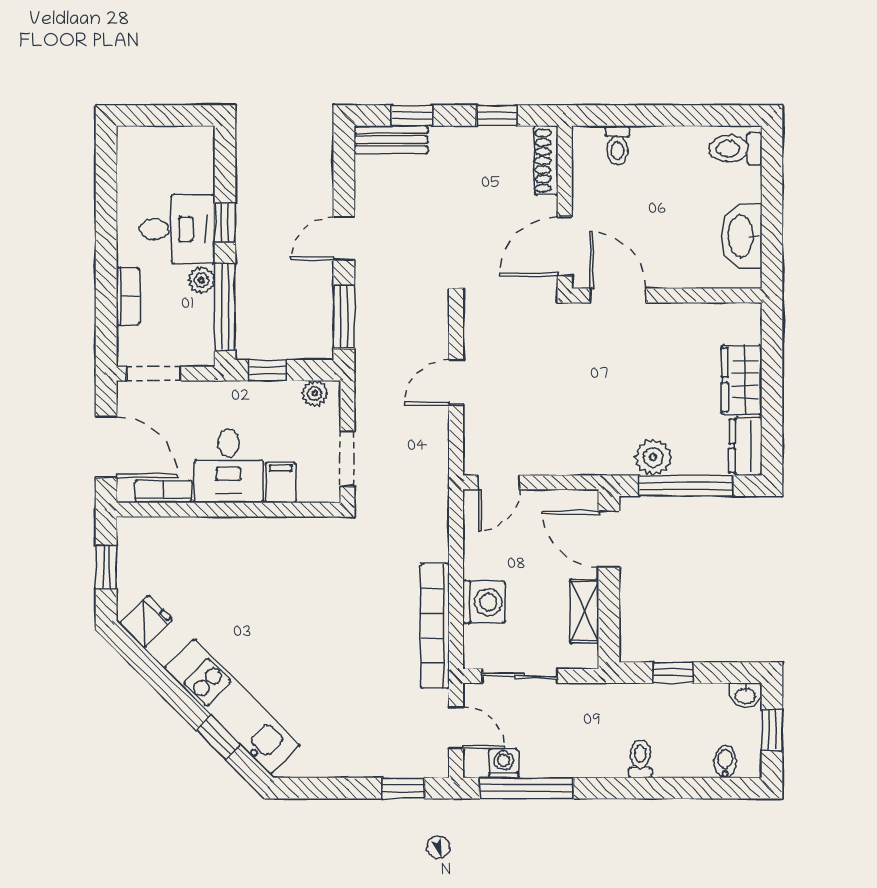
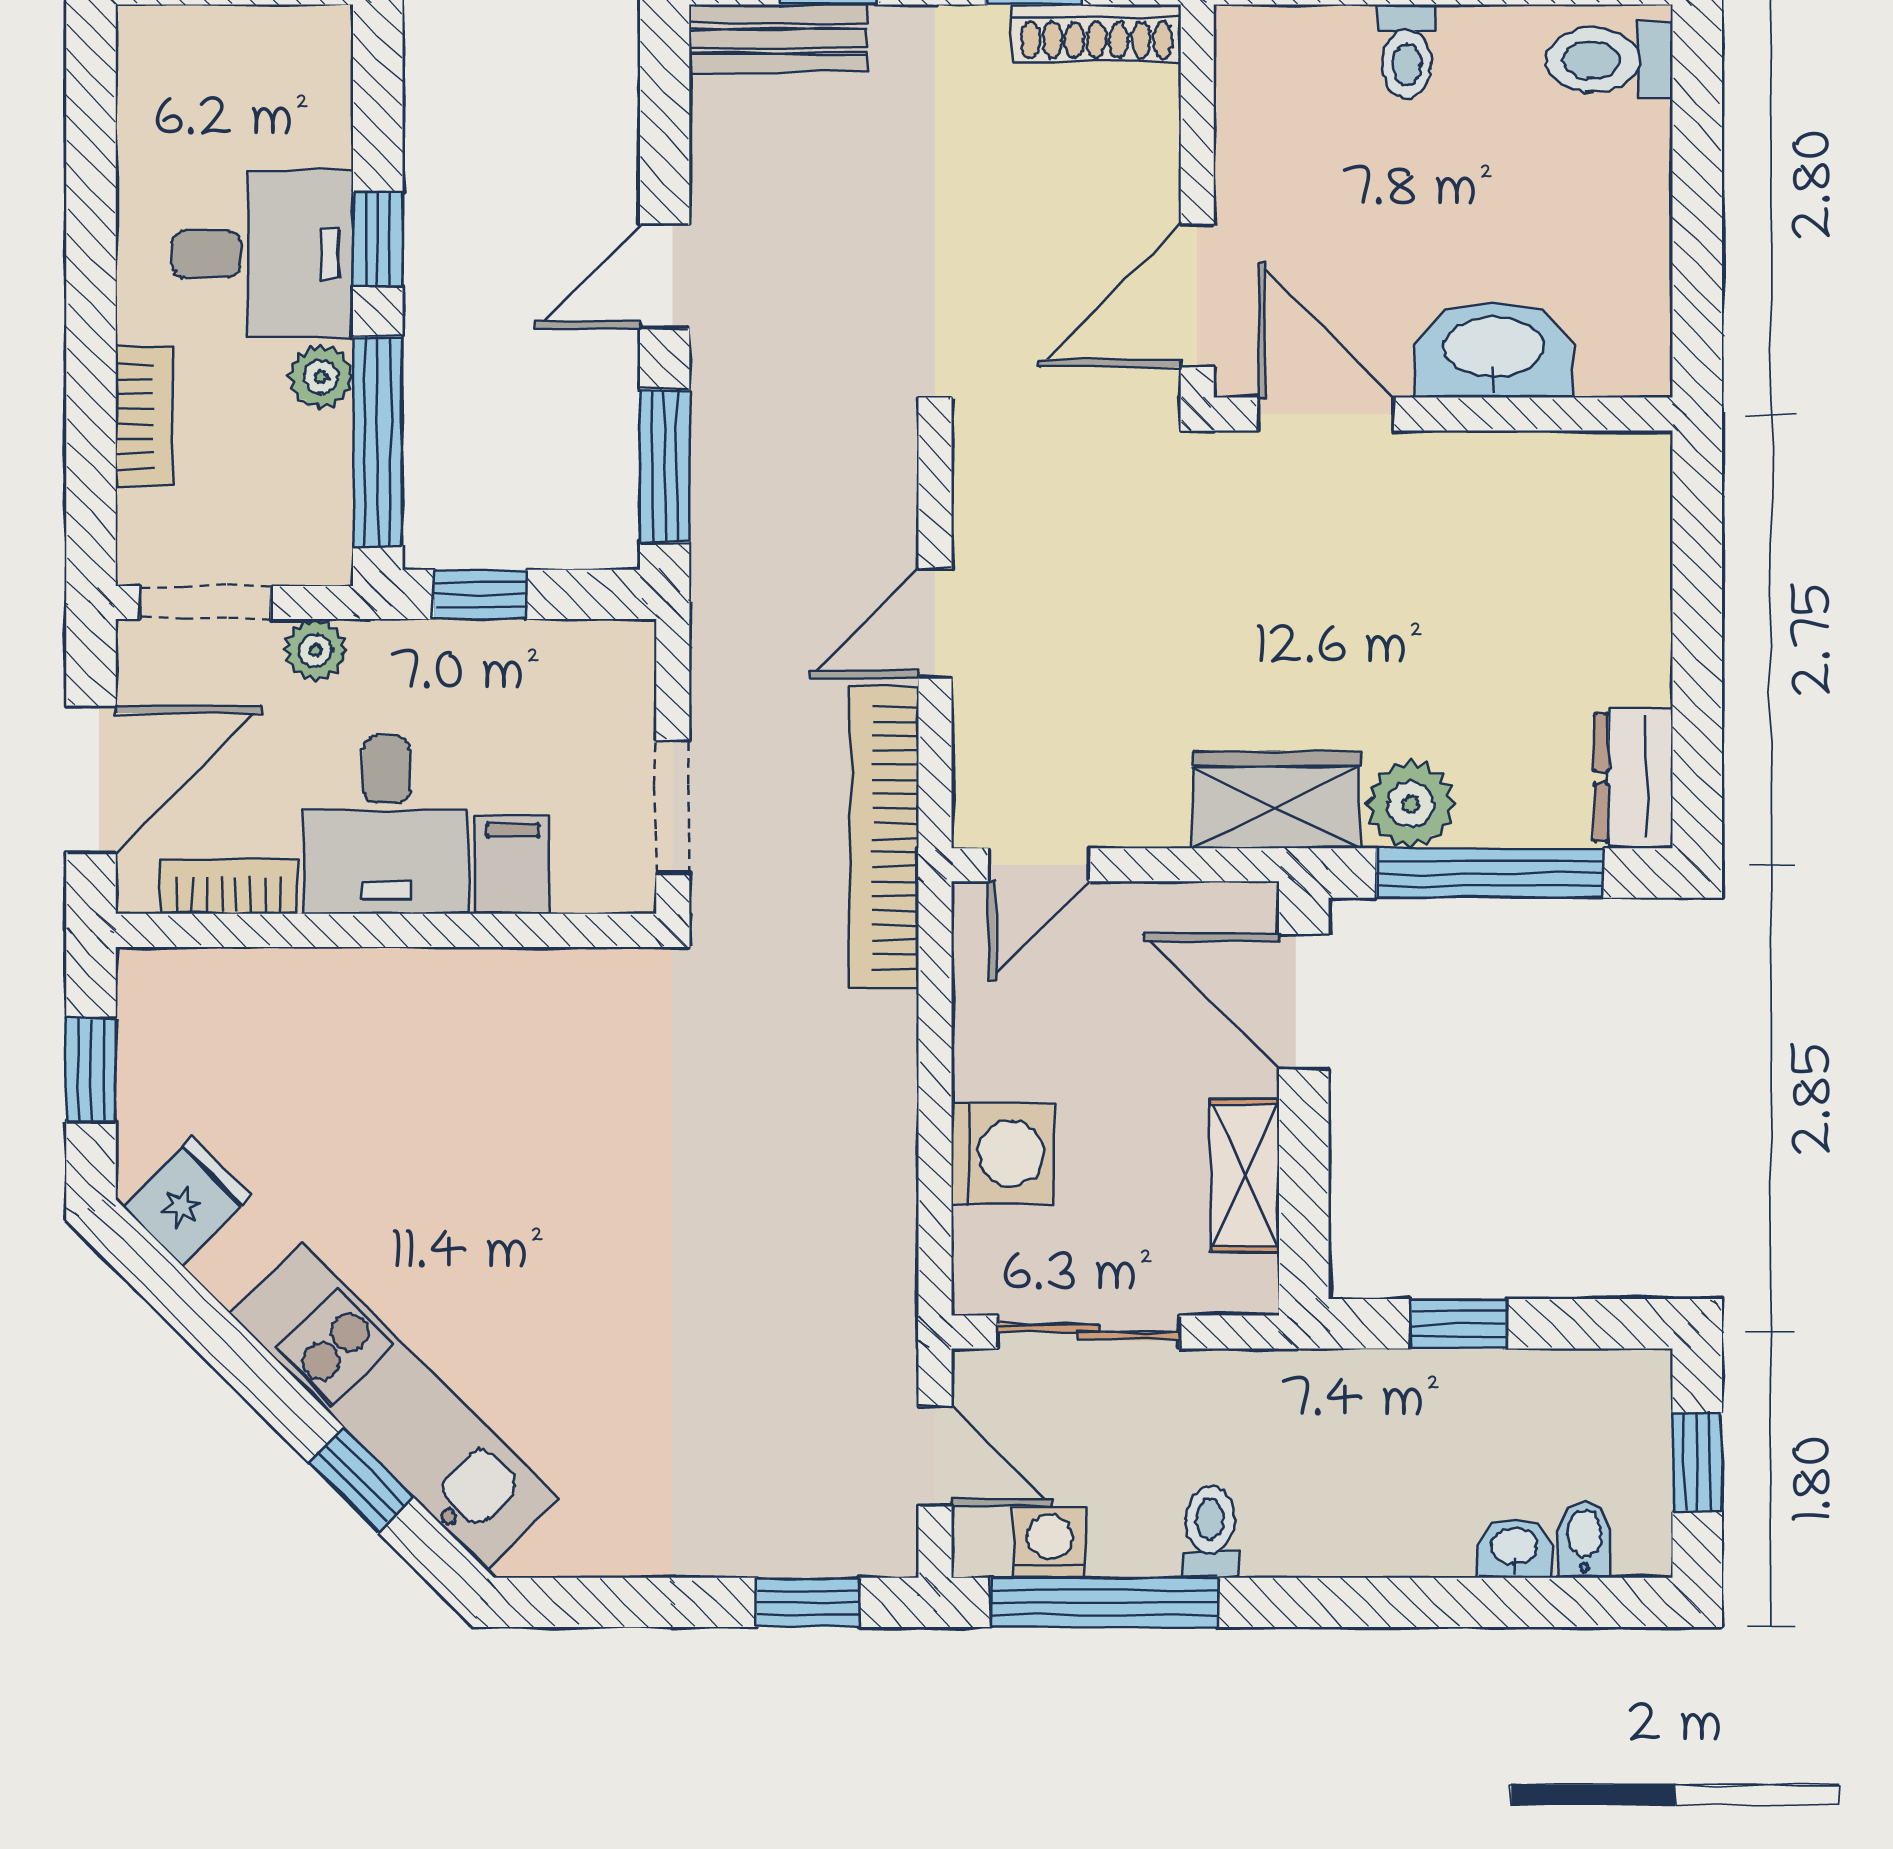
toilet: (617, 145) -> (1407, 52), moved
shoe rack: (546, 161) -> (1097, 33), moved, turned -90
washbasin: (742, 236) -> (1494, 350), moved, turned 90
wardrobe: (742, 380) -> (1276, 800), moved, turned 90
plant: (315, 393) -> (316, 650), moved
door: (106, 447) -> (91, 779), hinge flipped
bookcase: (435, 626) -> (884, 838), moved
washbasin: (745, 695) -> (1515, 1548), moved, turned 180
toilet: (640, 759) -> (1210, 1532), moved

